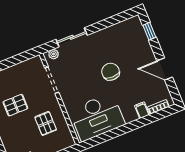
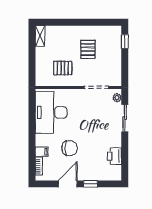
window: (149, 31) -> (90, 184), moved
printer: (116, 32) -> (115, 156), added
chair: (111, 72) -> (70, 148), moved

